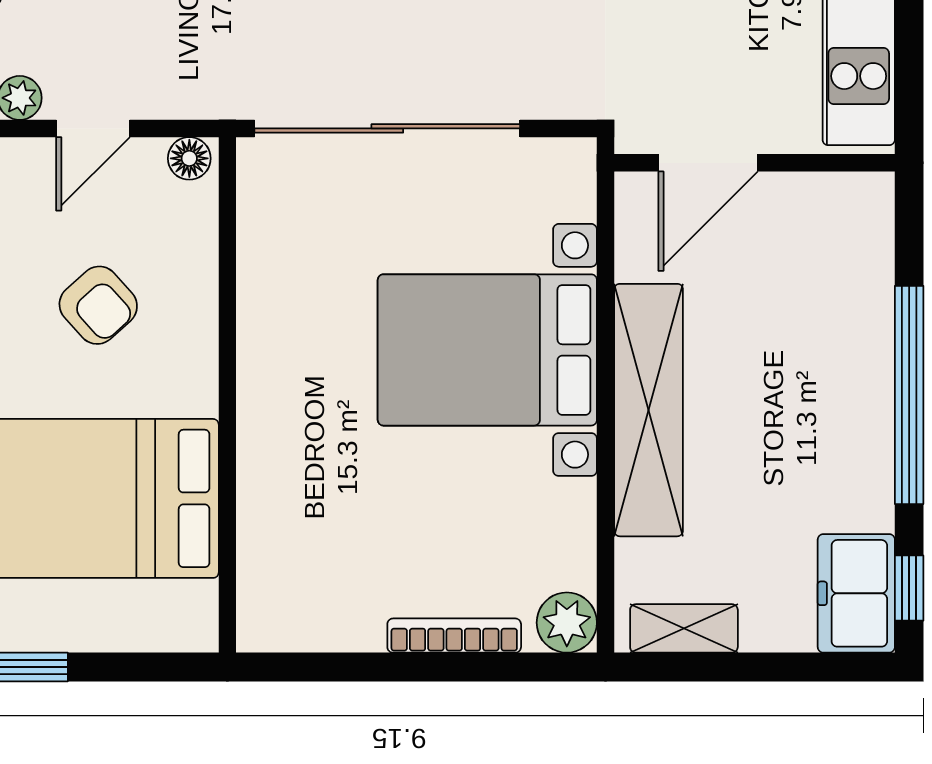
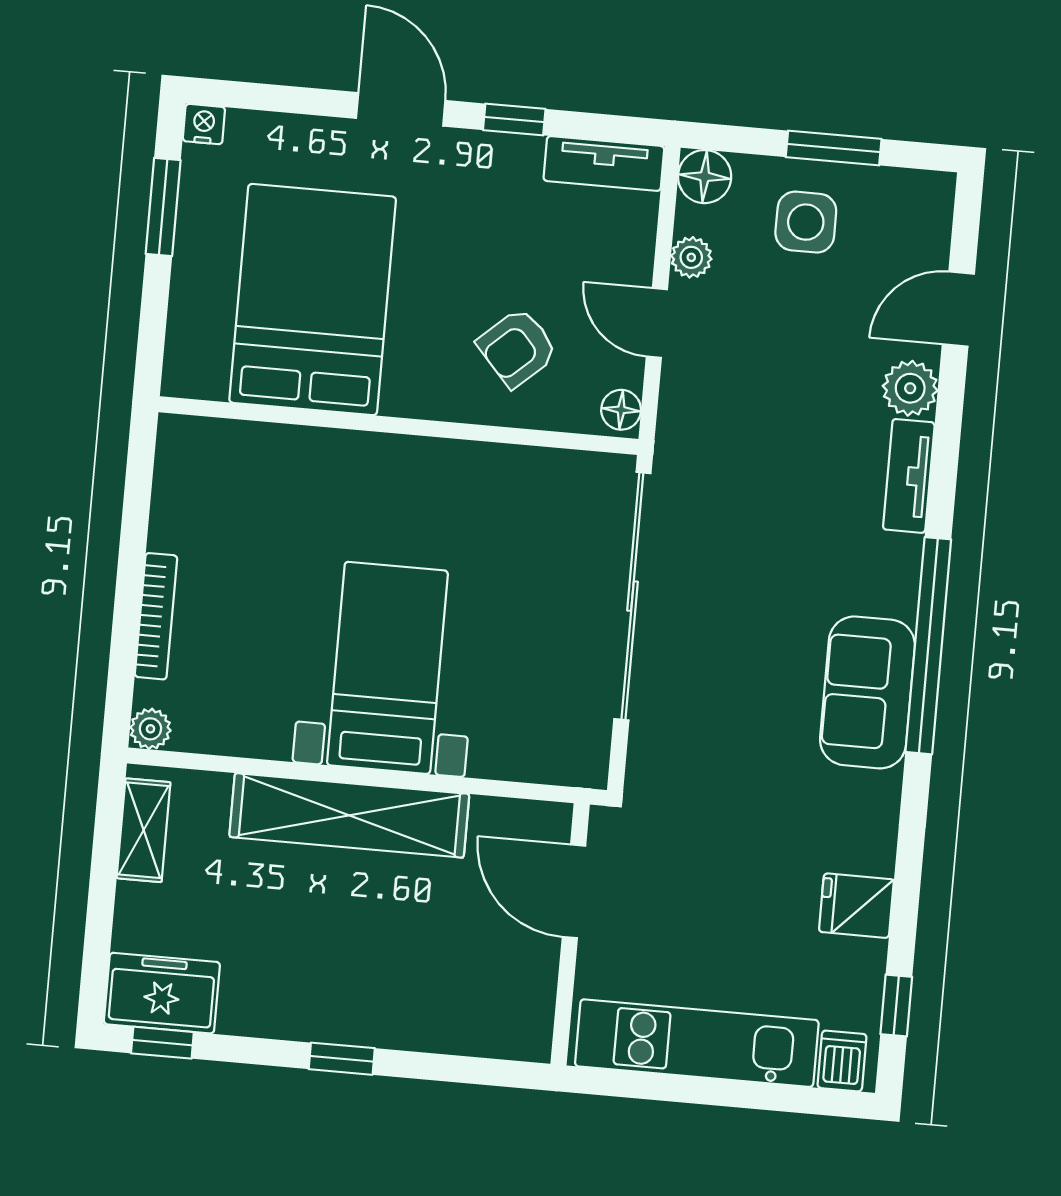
armchair: (98, 305) -> (517, 348), moved
bed with nightstands: (487, 350) -> (387, 668), width x0.73
window: (909, 395) -> (342, 1059), width x0.32
plant: (567, 623) -> (150, 729), width x0.73, depth x0.73

